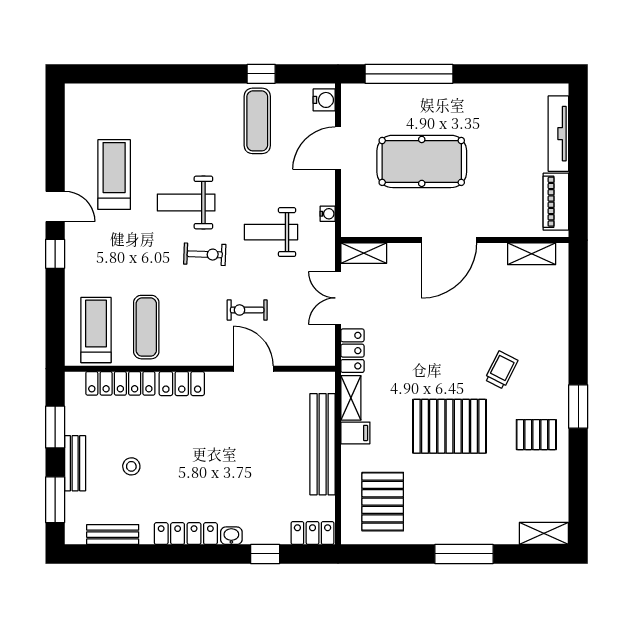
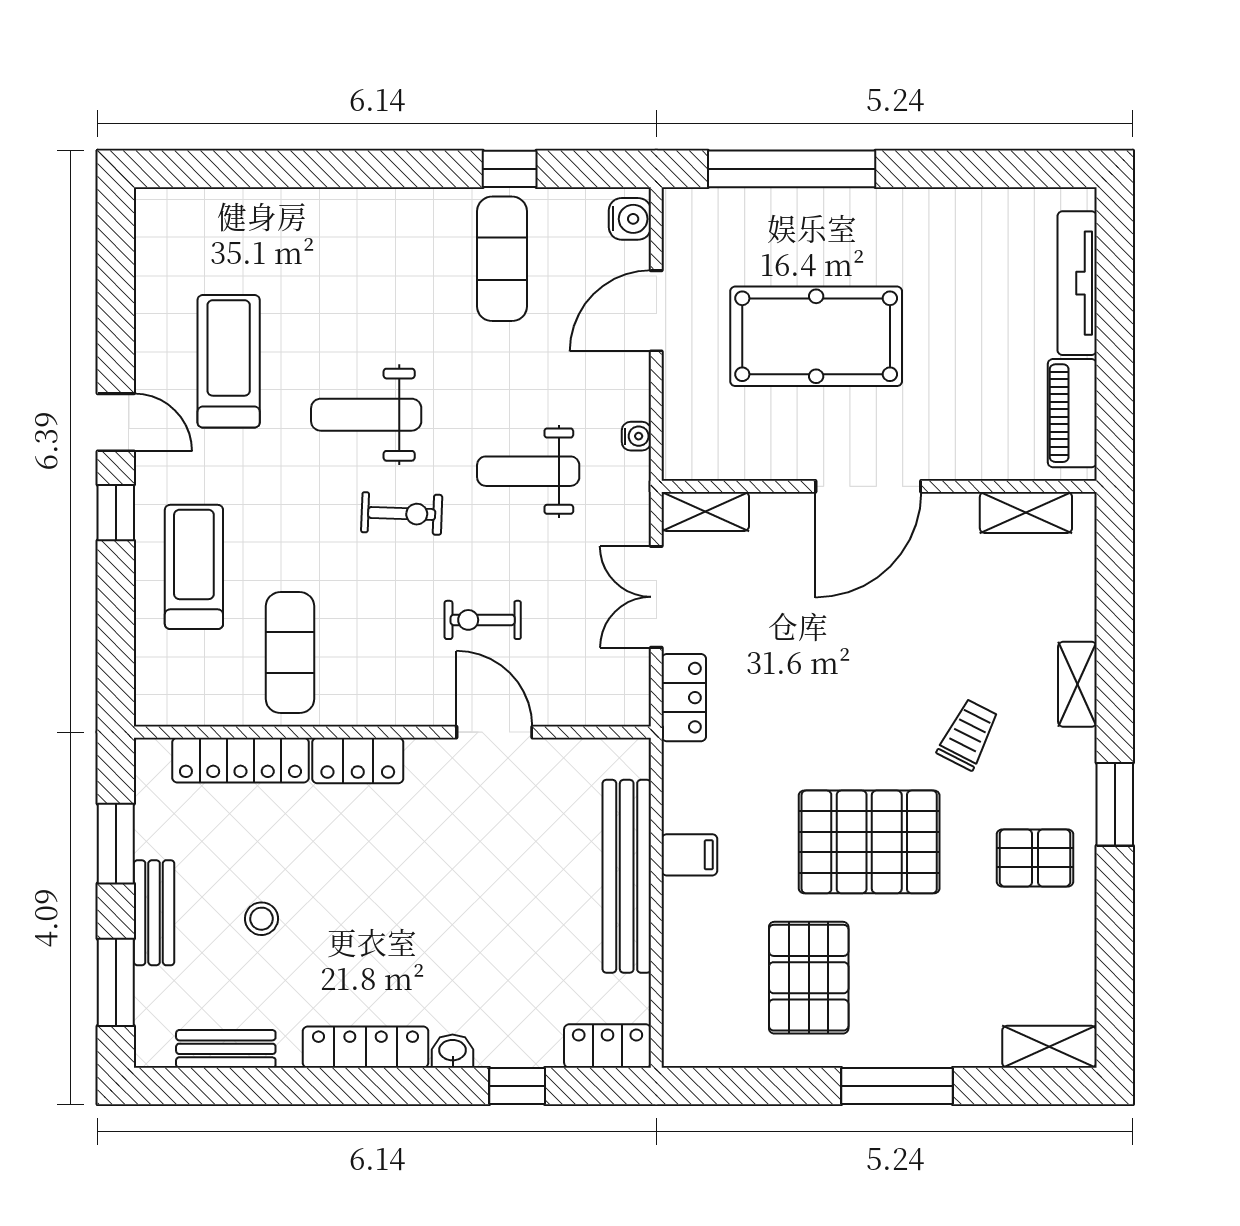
treadmill: (96, 330) -> (194, 567), moved
shelving: (351, 398) -> (1077, 684), moved
pallet: (383, 502) -> (809, 978), moved

